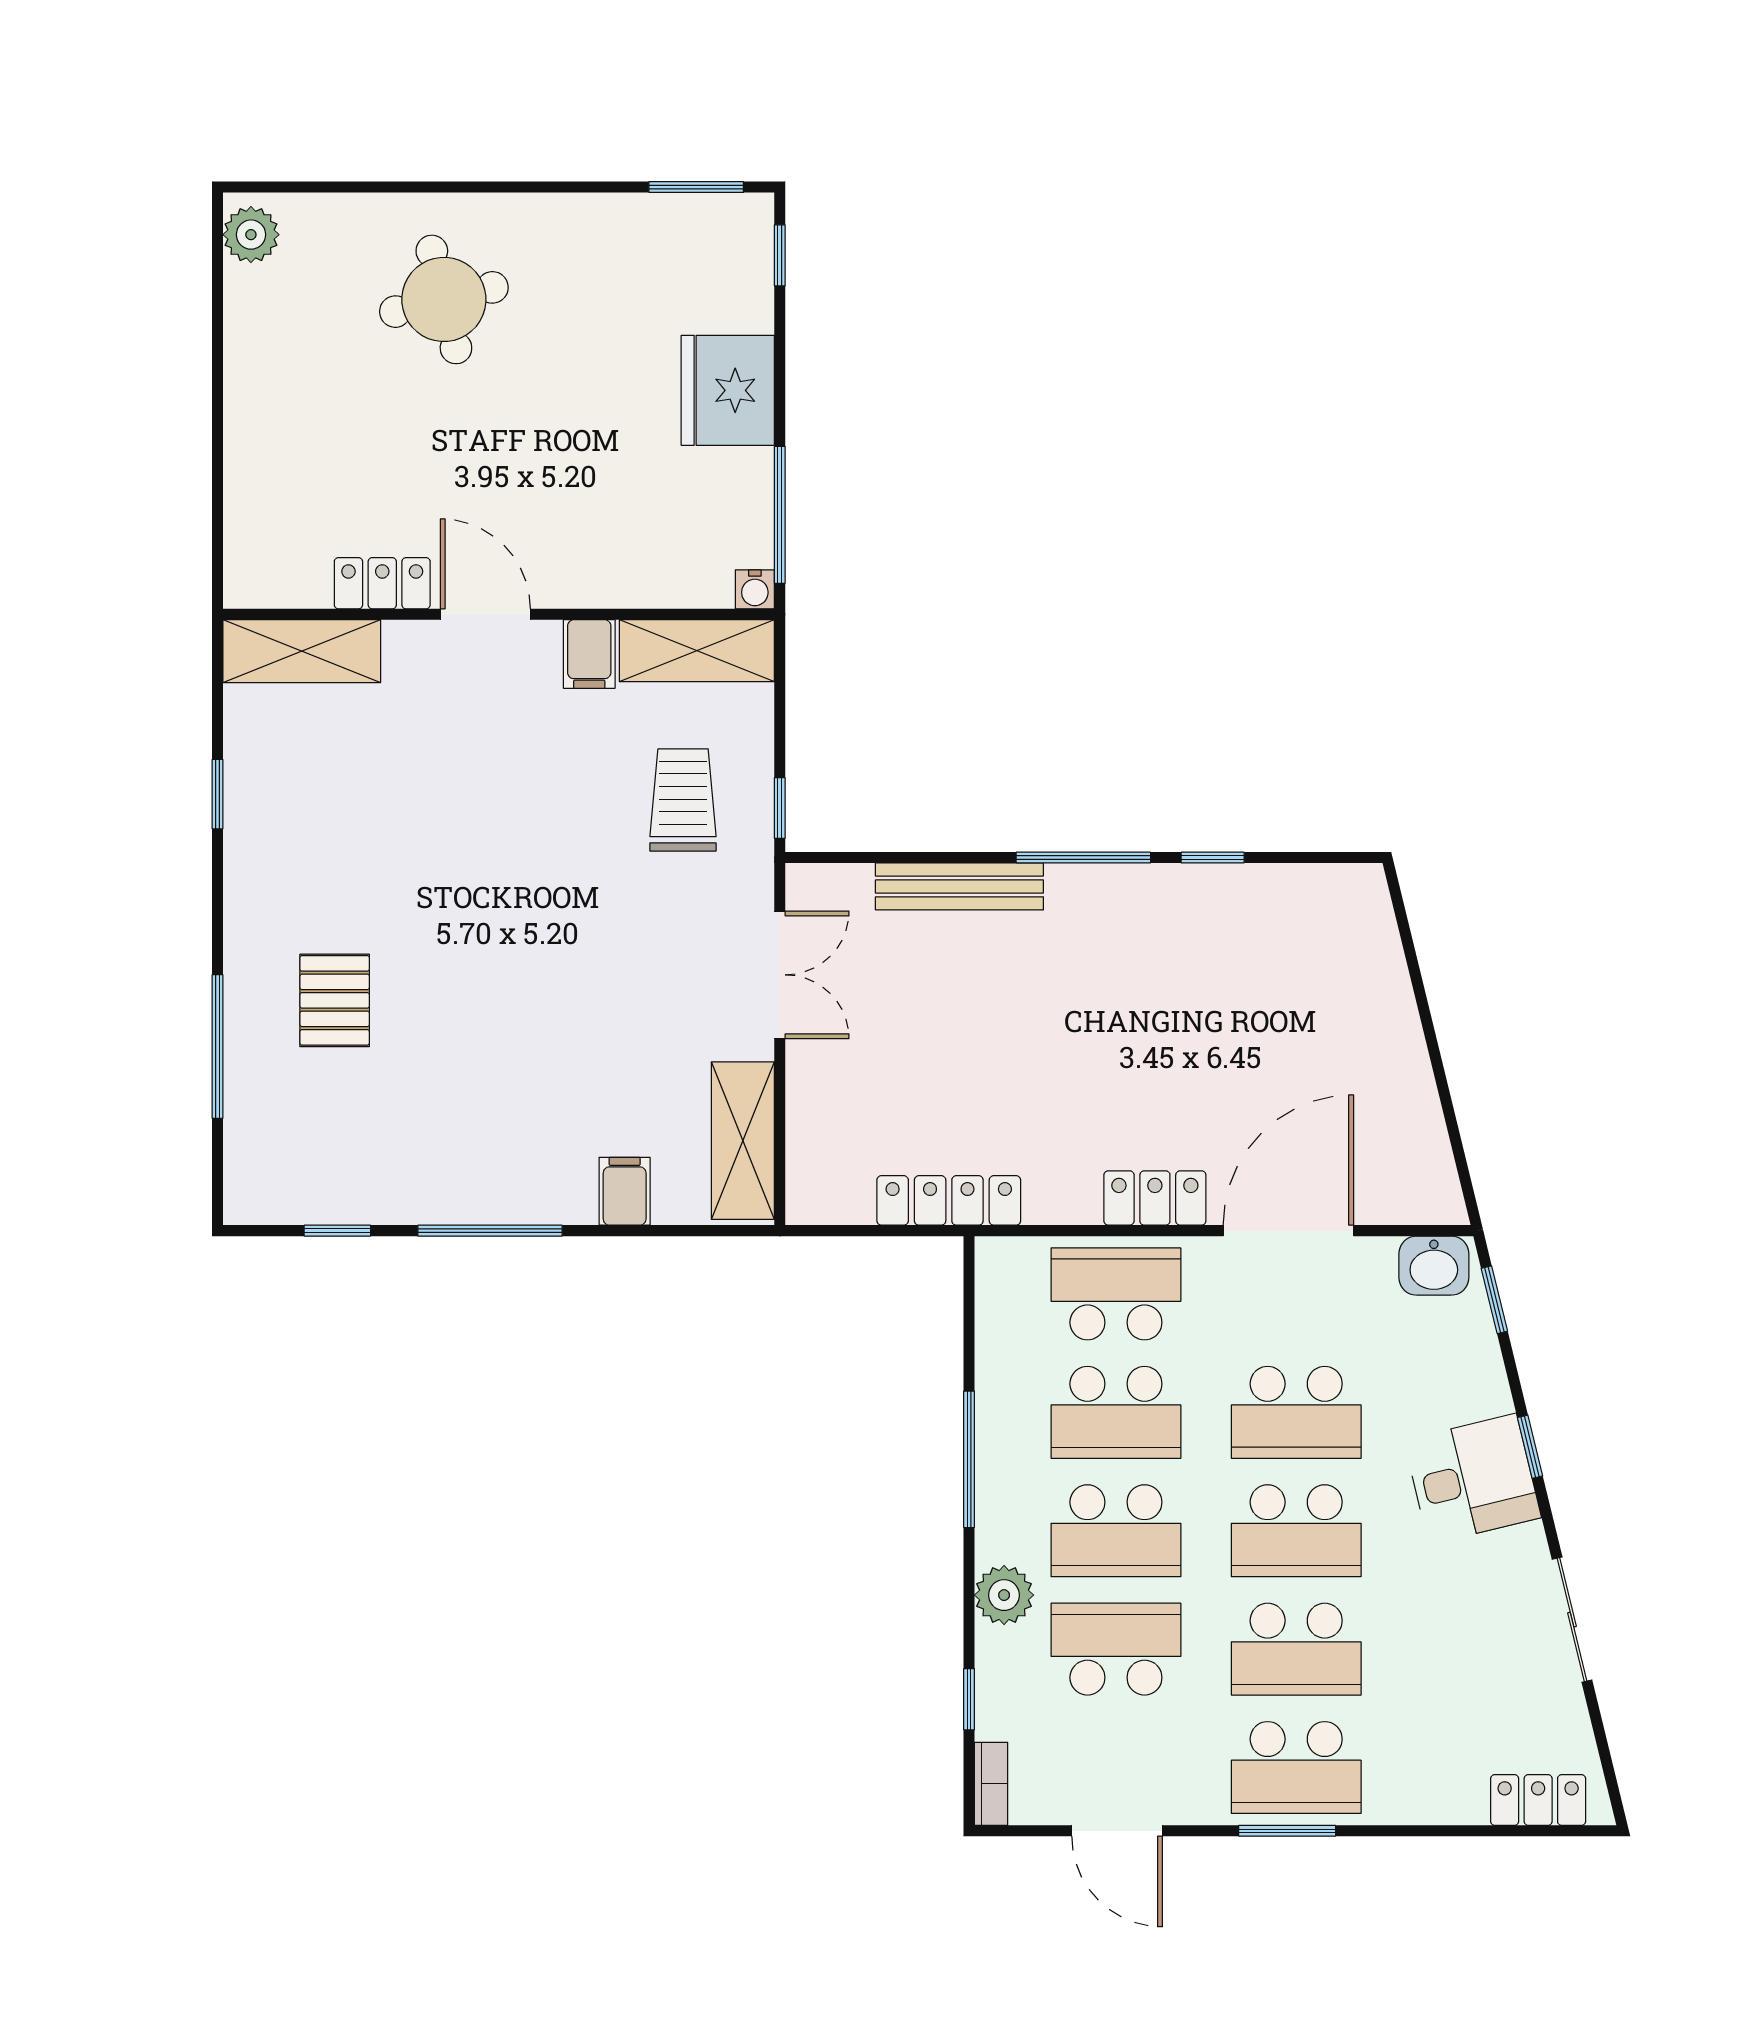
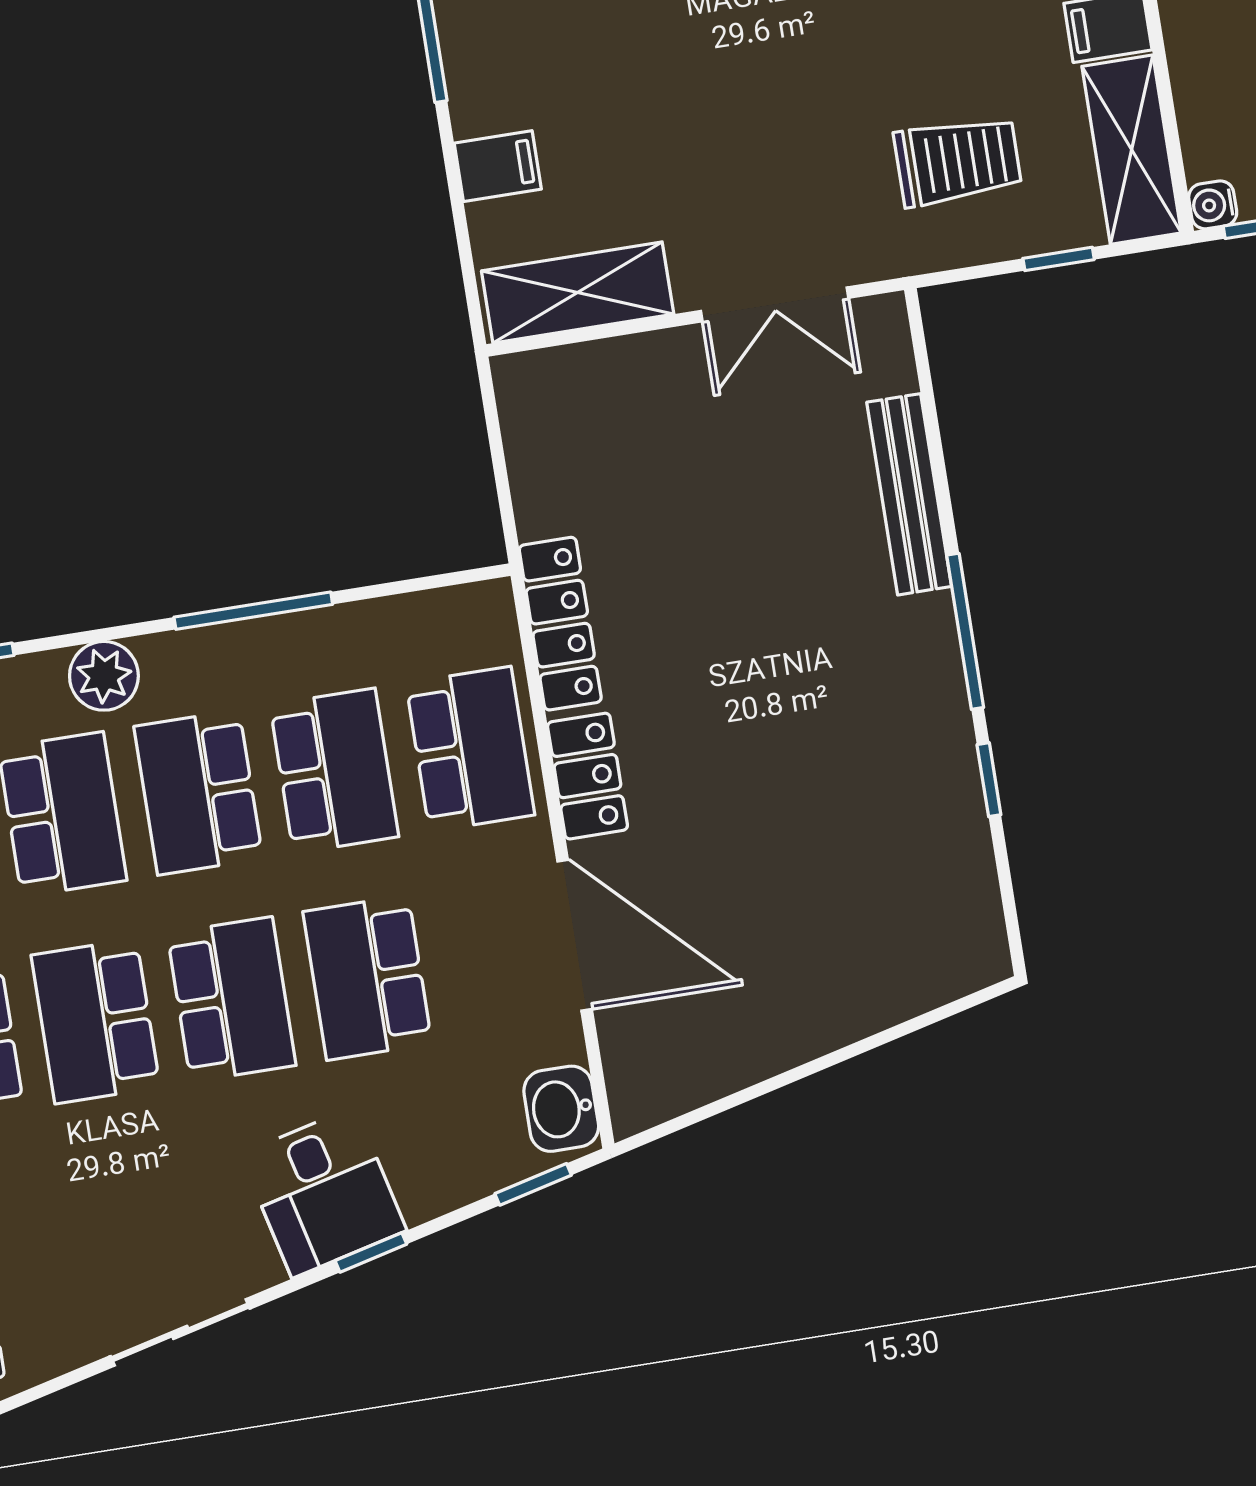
window: (780, 808) -> (1059, 259), moved
locker: (949, 1200) -> (560, 624), moved
school desk: (1116, 1412) -> (334, 771), turned 180
school desk: (1296, 1531) -> (232, 999), turned 180

